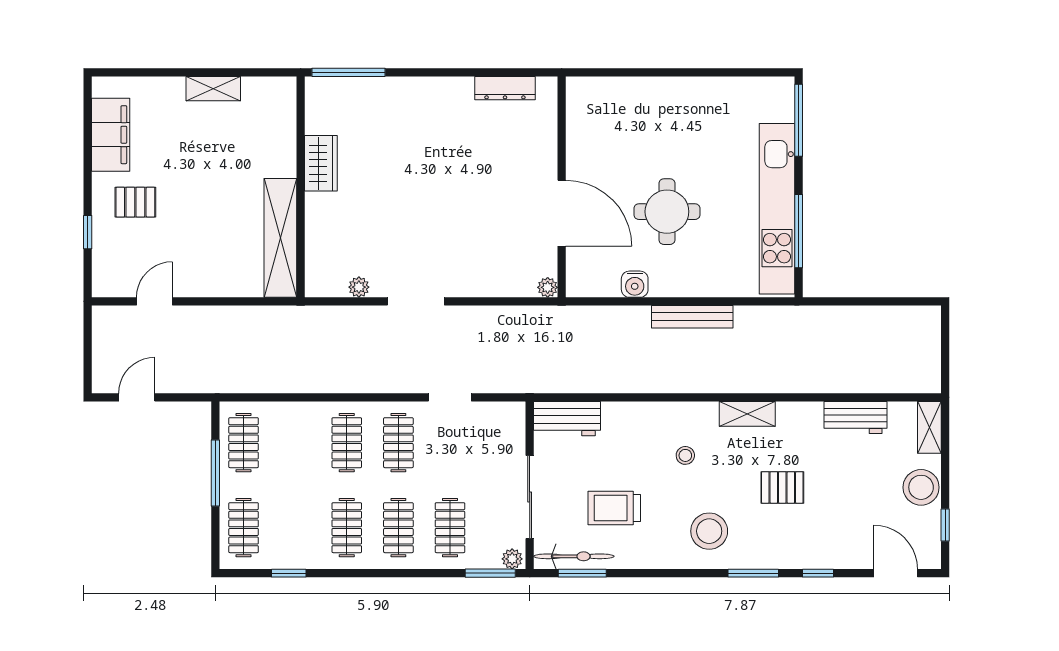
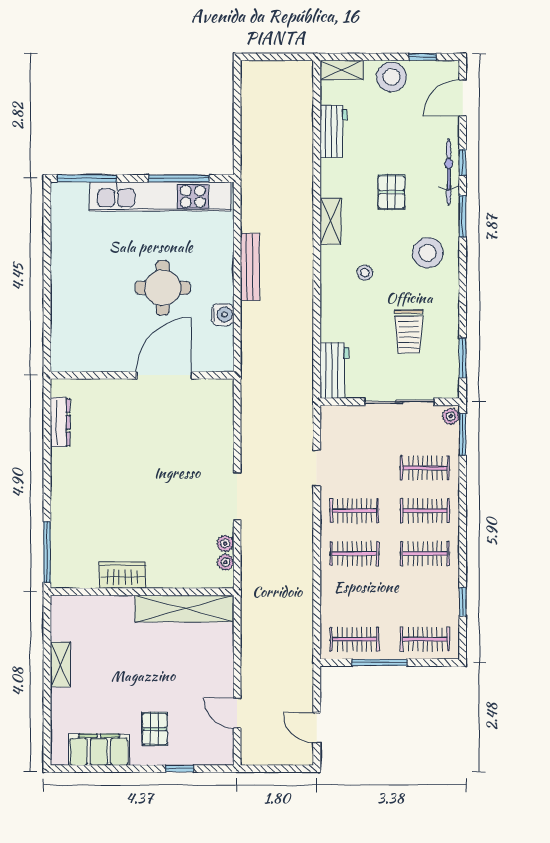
plant: (548, 287) -> (225, 562), moved
bicycle: (574, 556) -> (449, 172), moved

